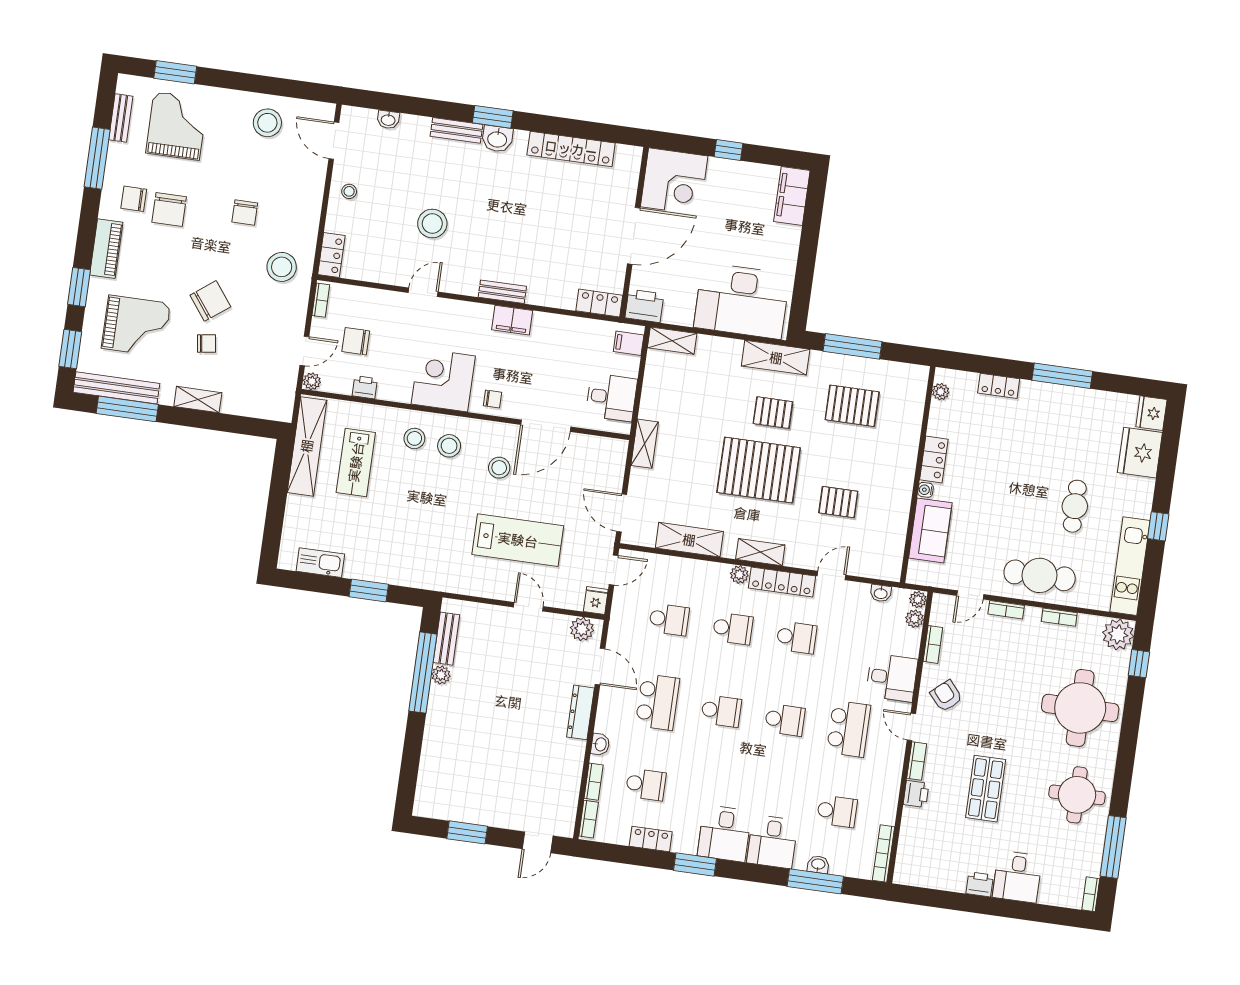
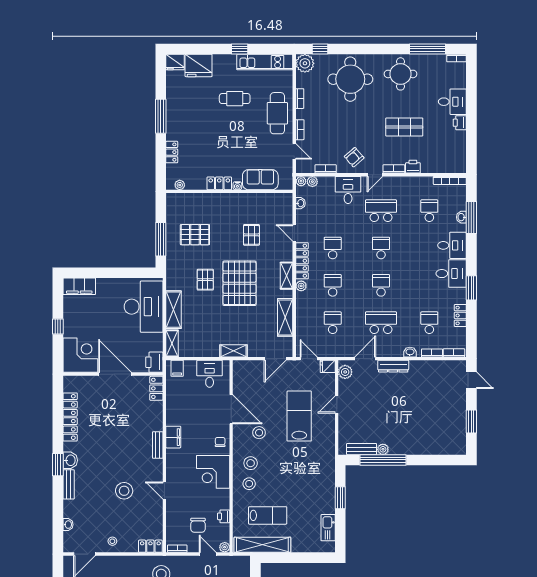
shelving: (776, 358) -> (173, 310), moved
pallet: (852, 406) -> (195, 235), turned 90

